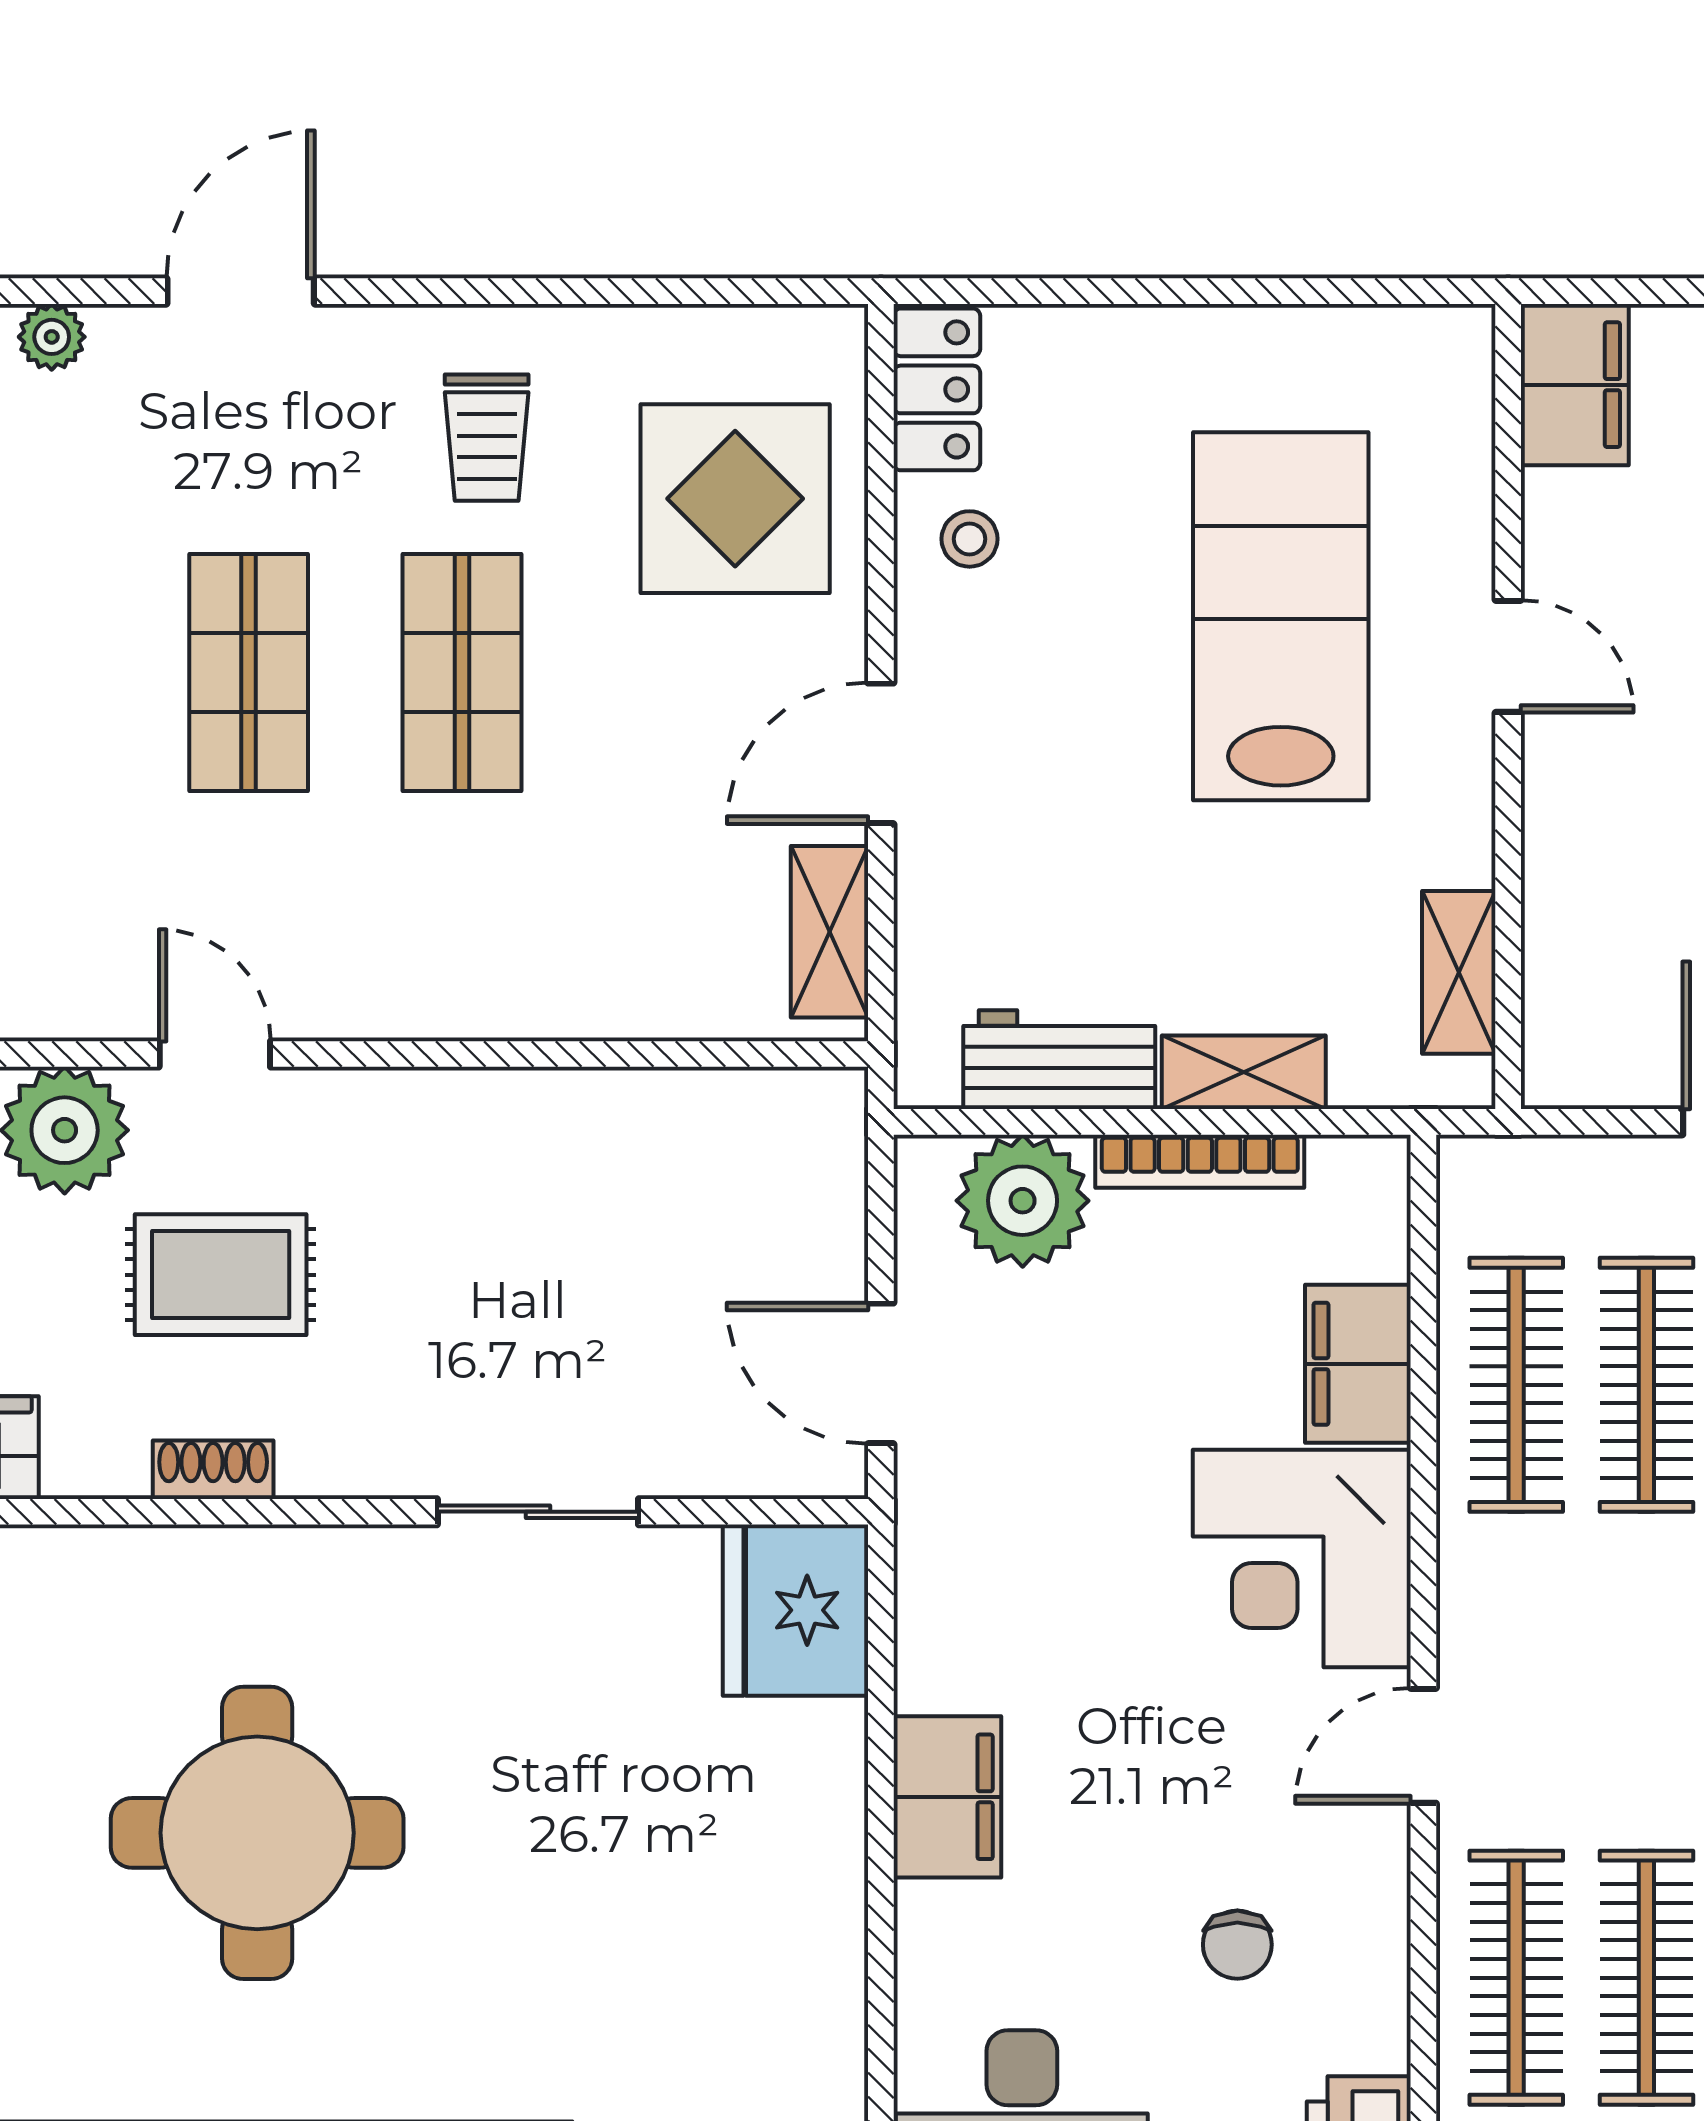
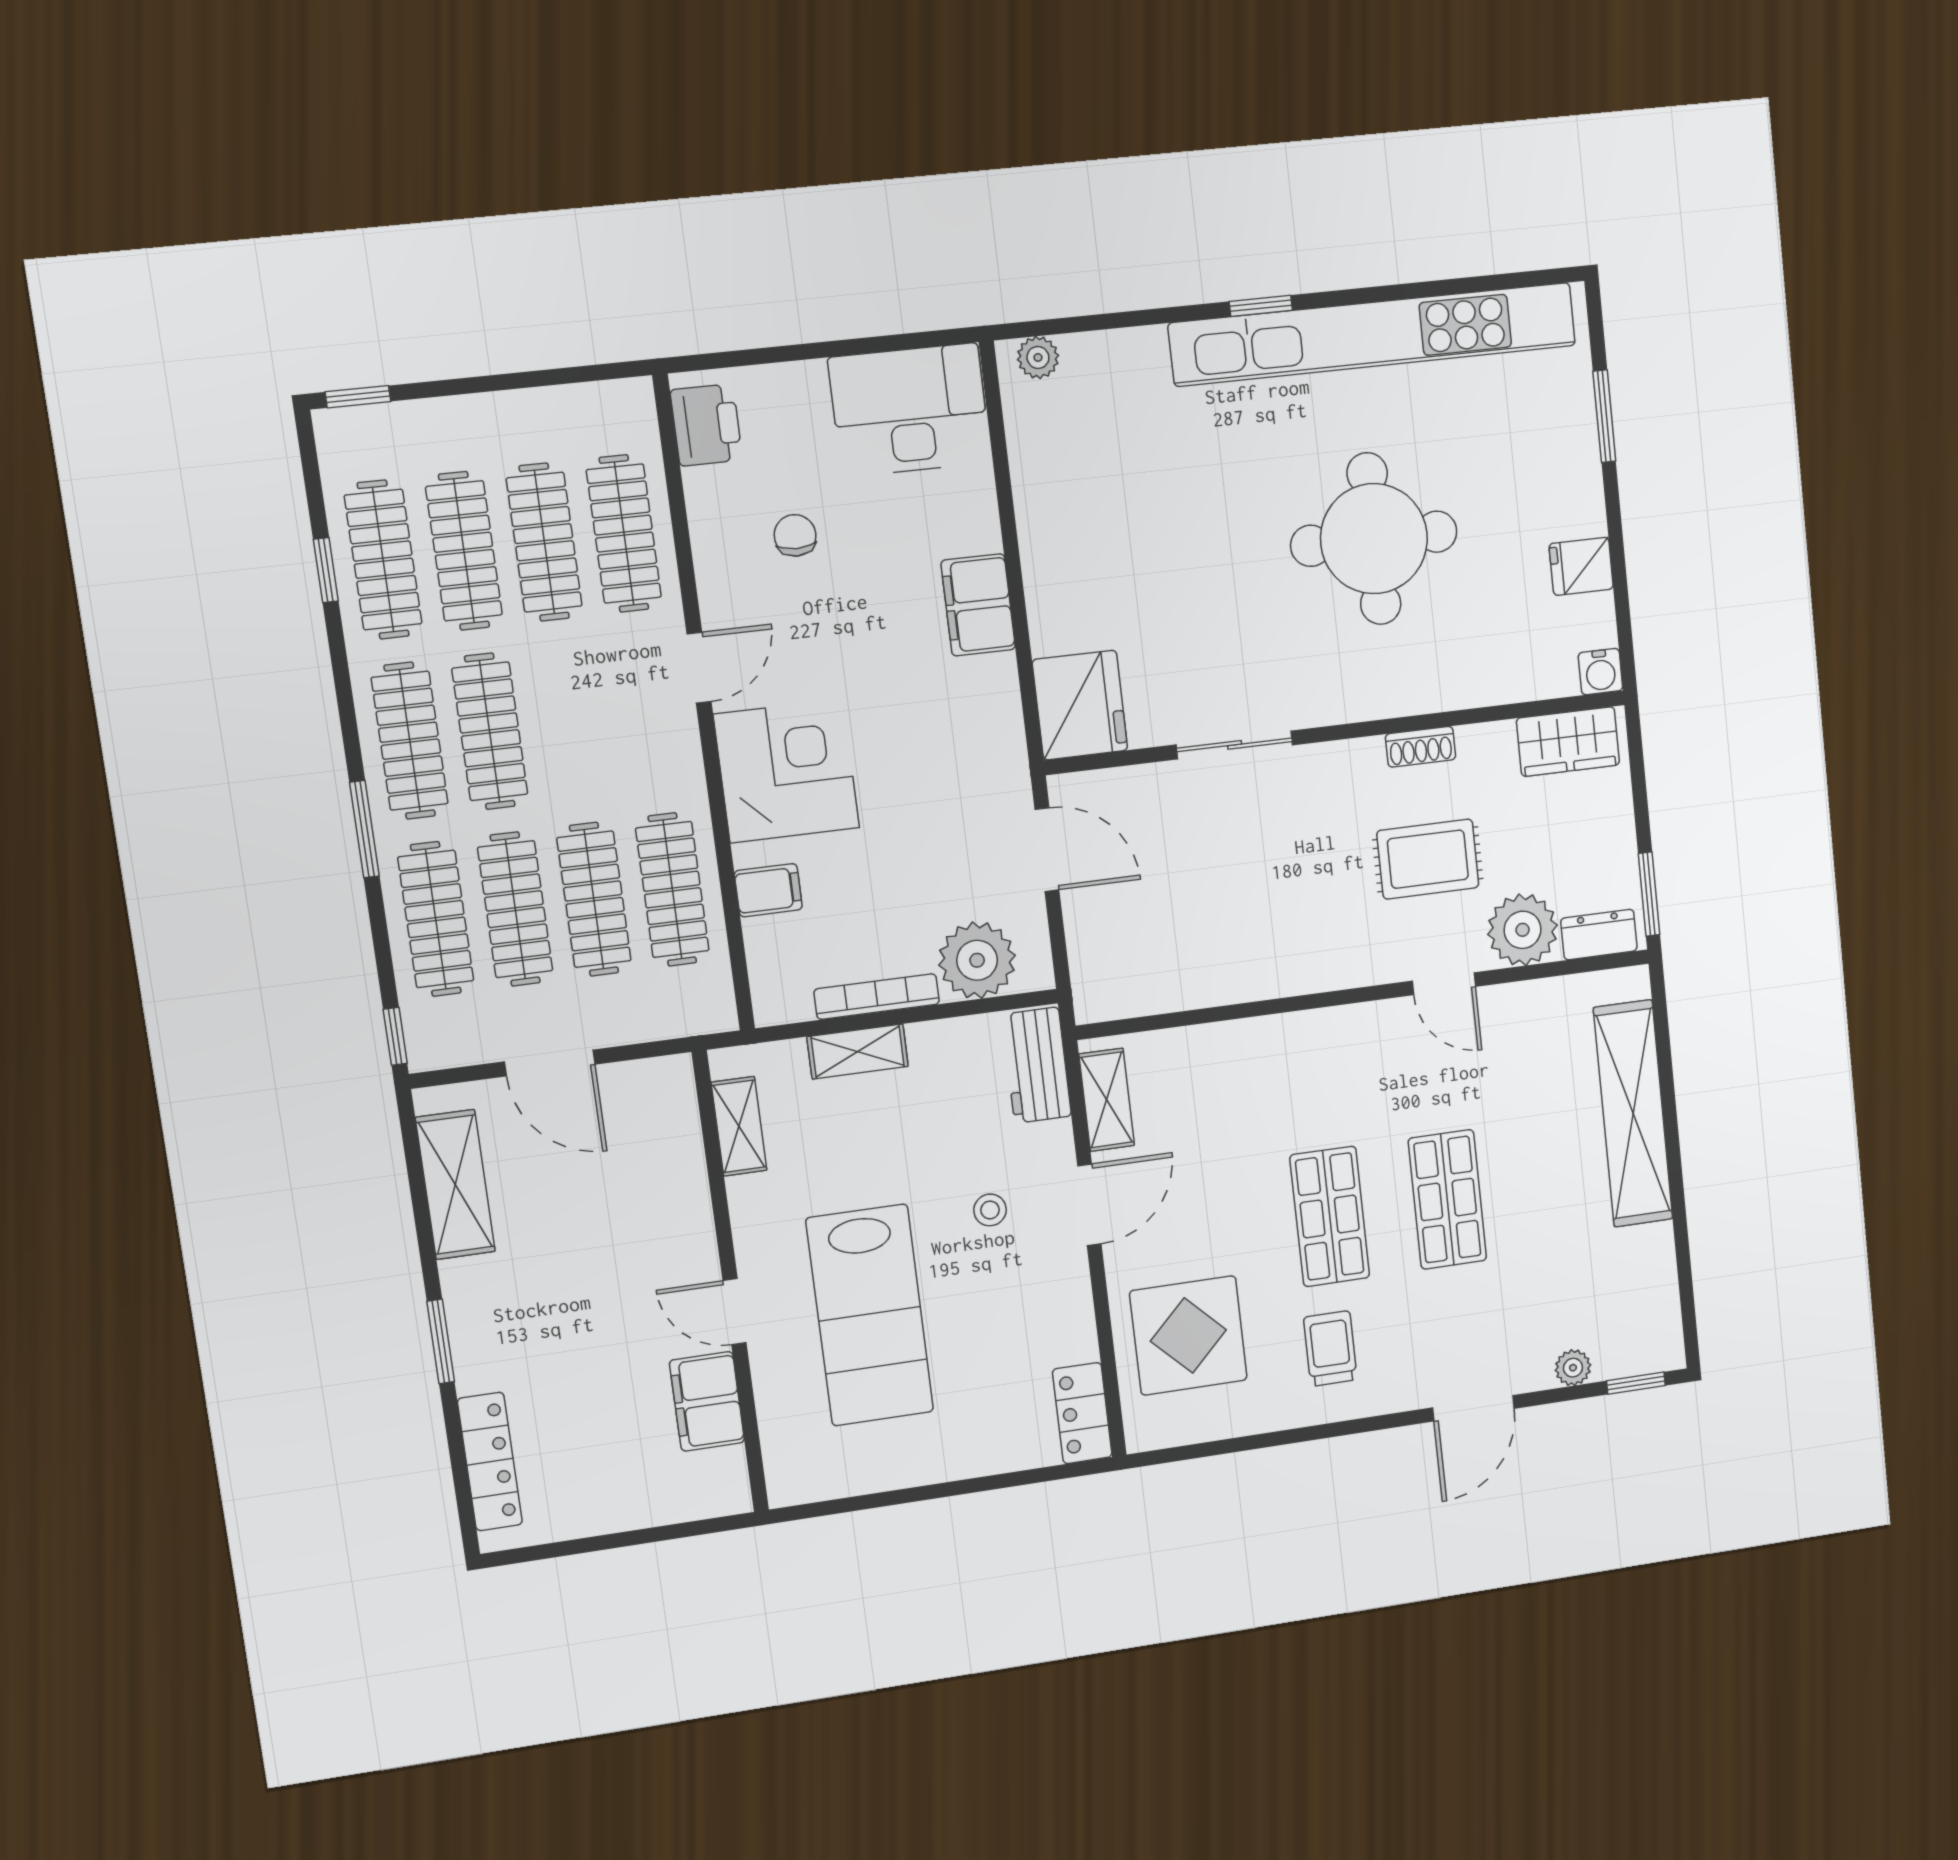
filing cabinet: (1575, 385) -> (707, 1401), moved
stool: (970, 539) -> (990, 1210), moved
workbench: (1059, 1060) -> (1037, 1065), moved, turned 90
filing cabinet: (1358, 1364) -> (768, 890), width x0.50

